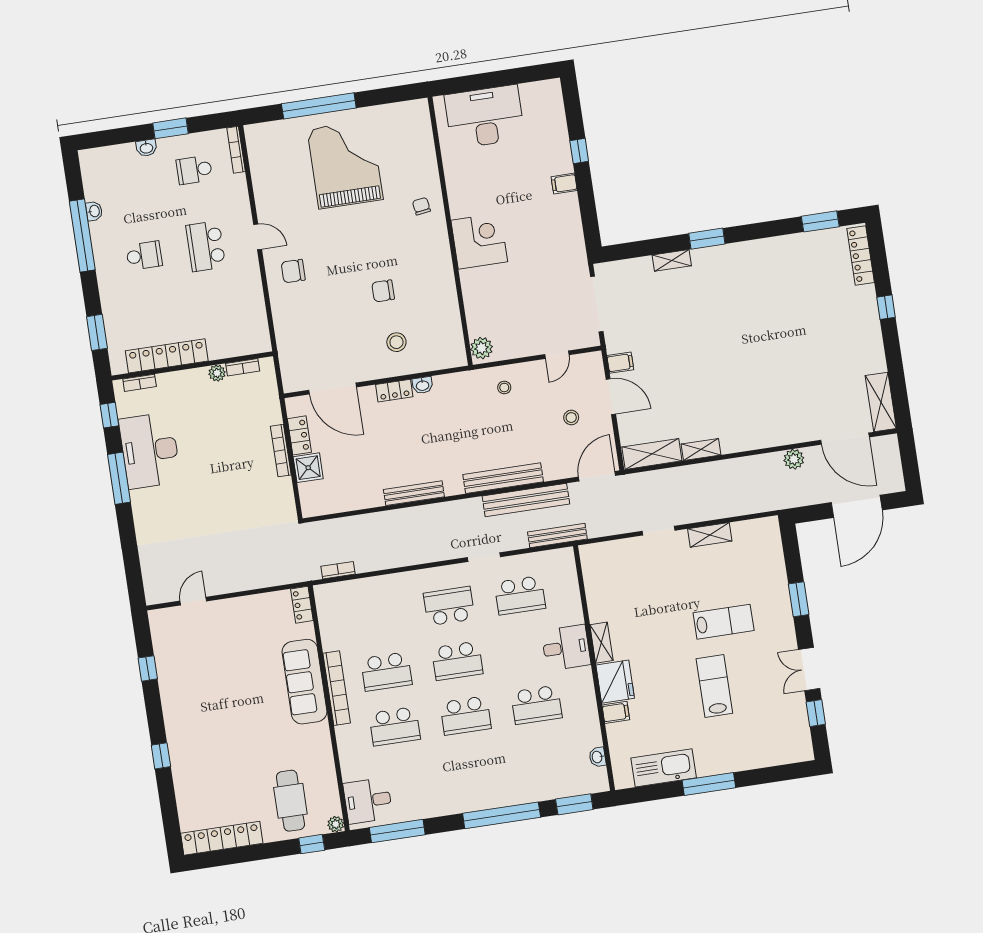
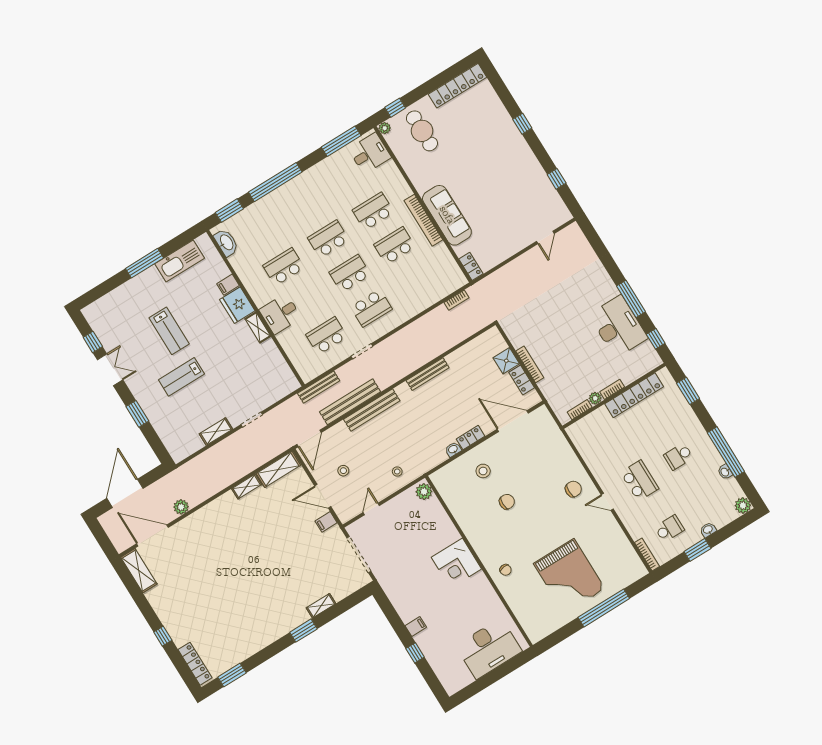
plant: (90, 160) -> (743, 505), added
bookcase: (140, 383) -> (612, 389), moved
washbasin: (597, 757) -> (226, 243), width x1.91, depth x1.45

